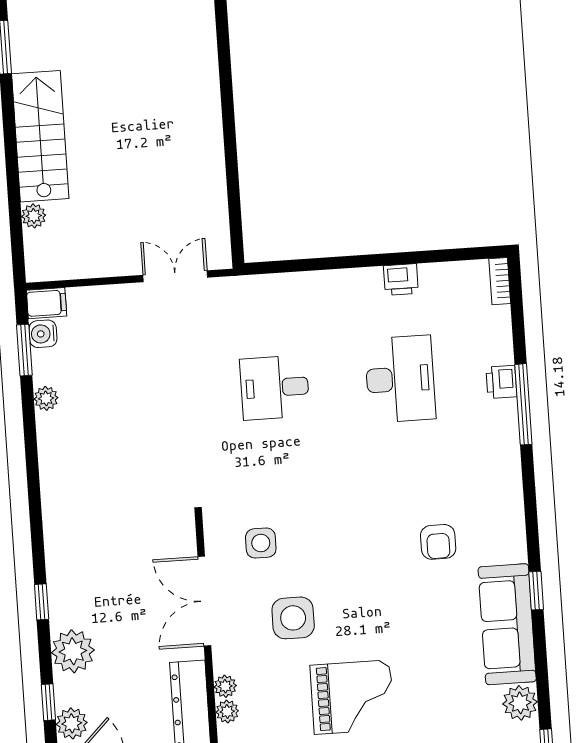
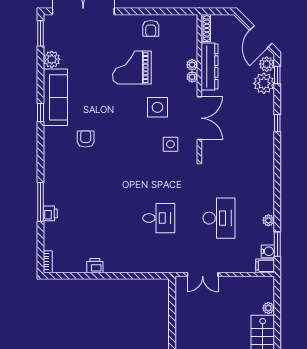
desk: (400, 379) -> (219, 218), moved, turned 180
plant: (73, 651) -> (264, 83), moved

